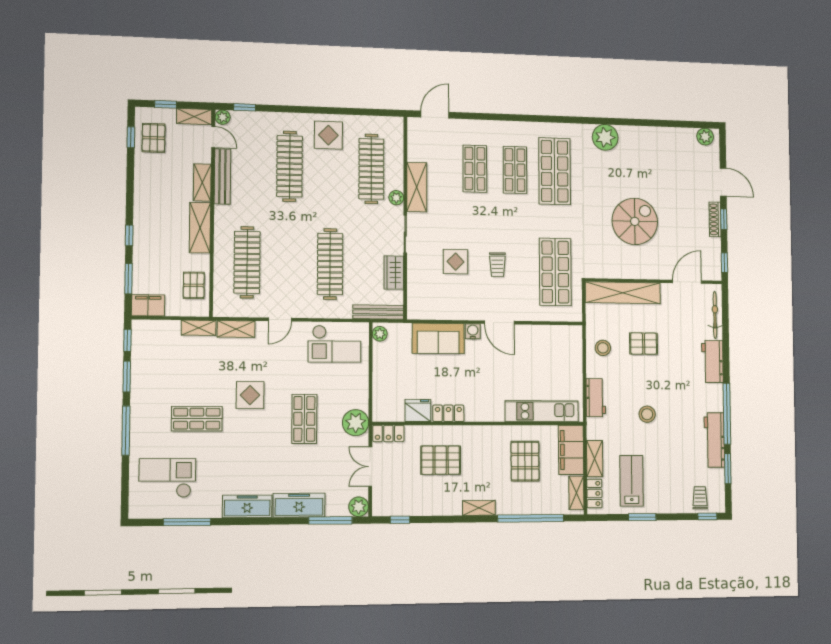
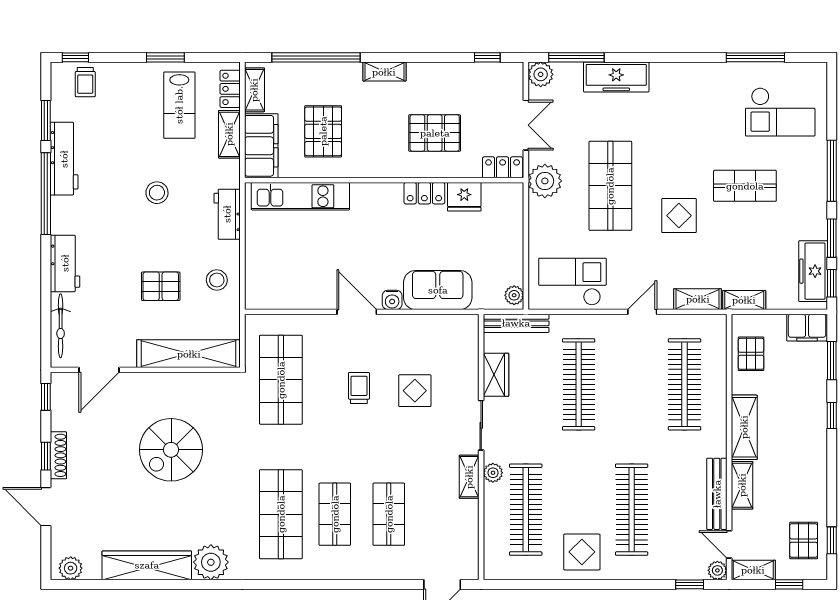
wardrobe: (651, 137) -> (147, 565), added
shelving: (417, 187) -> (469, 477), width x0.67, depth x0.75
shop shelf: (304, 419) -> (610, 186), width x1.43, depth x1.36
freezer: (247, 506) -> (813, 271), moved, turned 90

